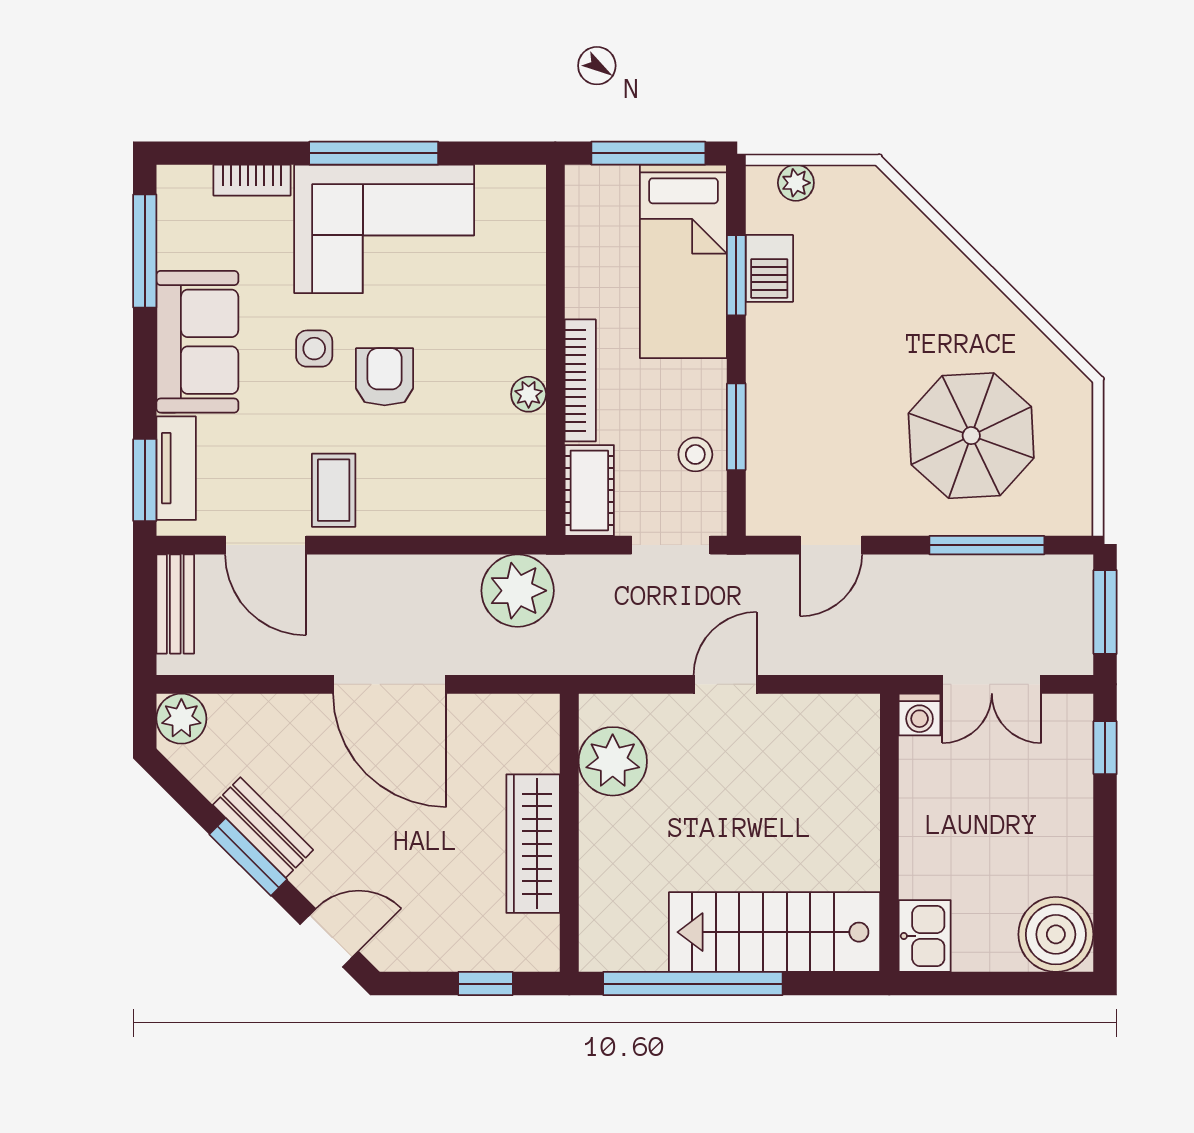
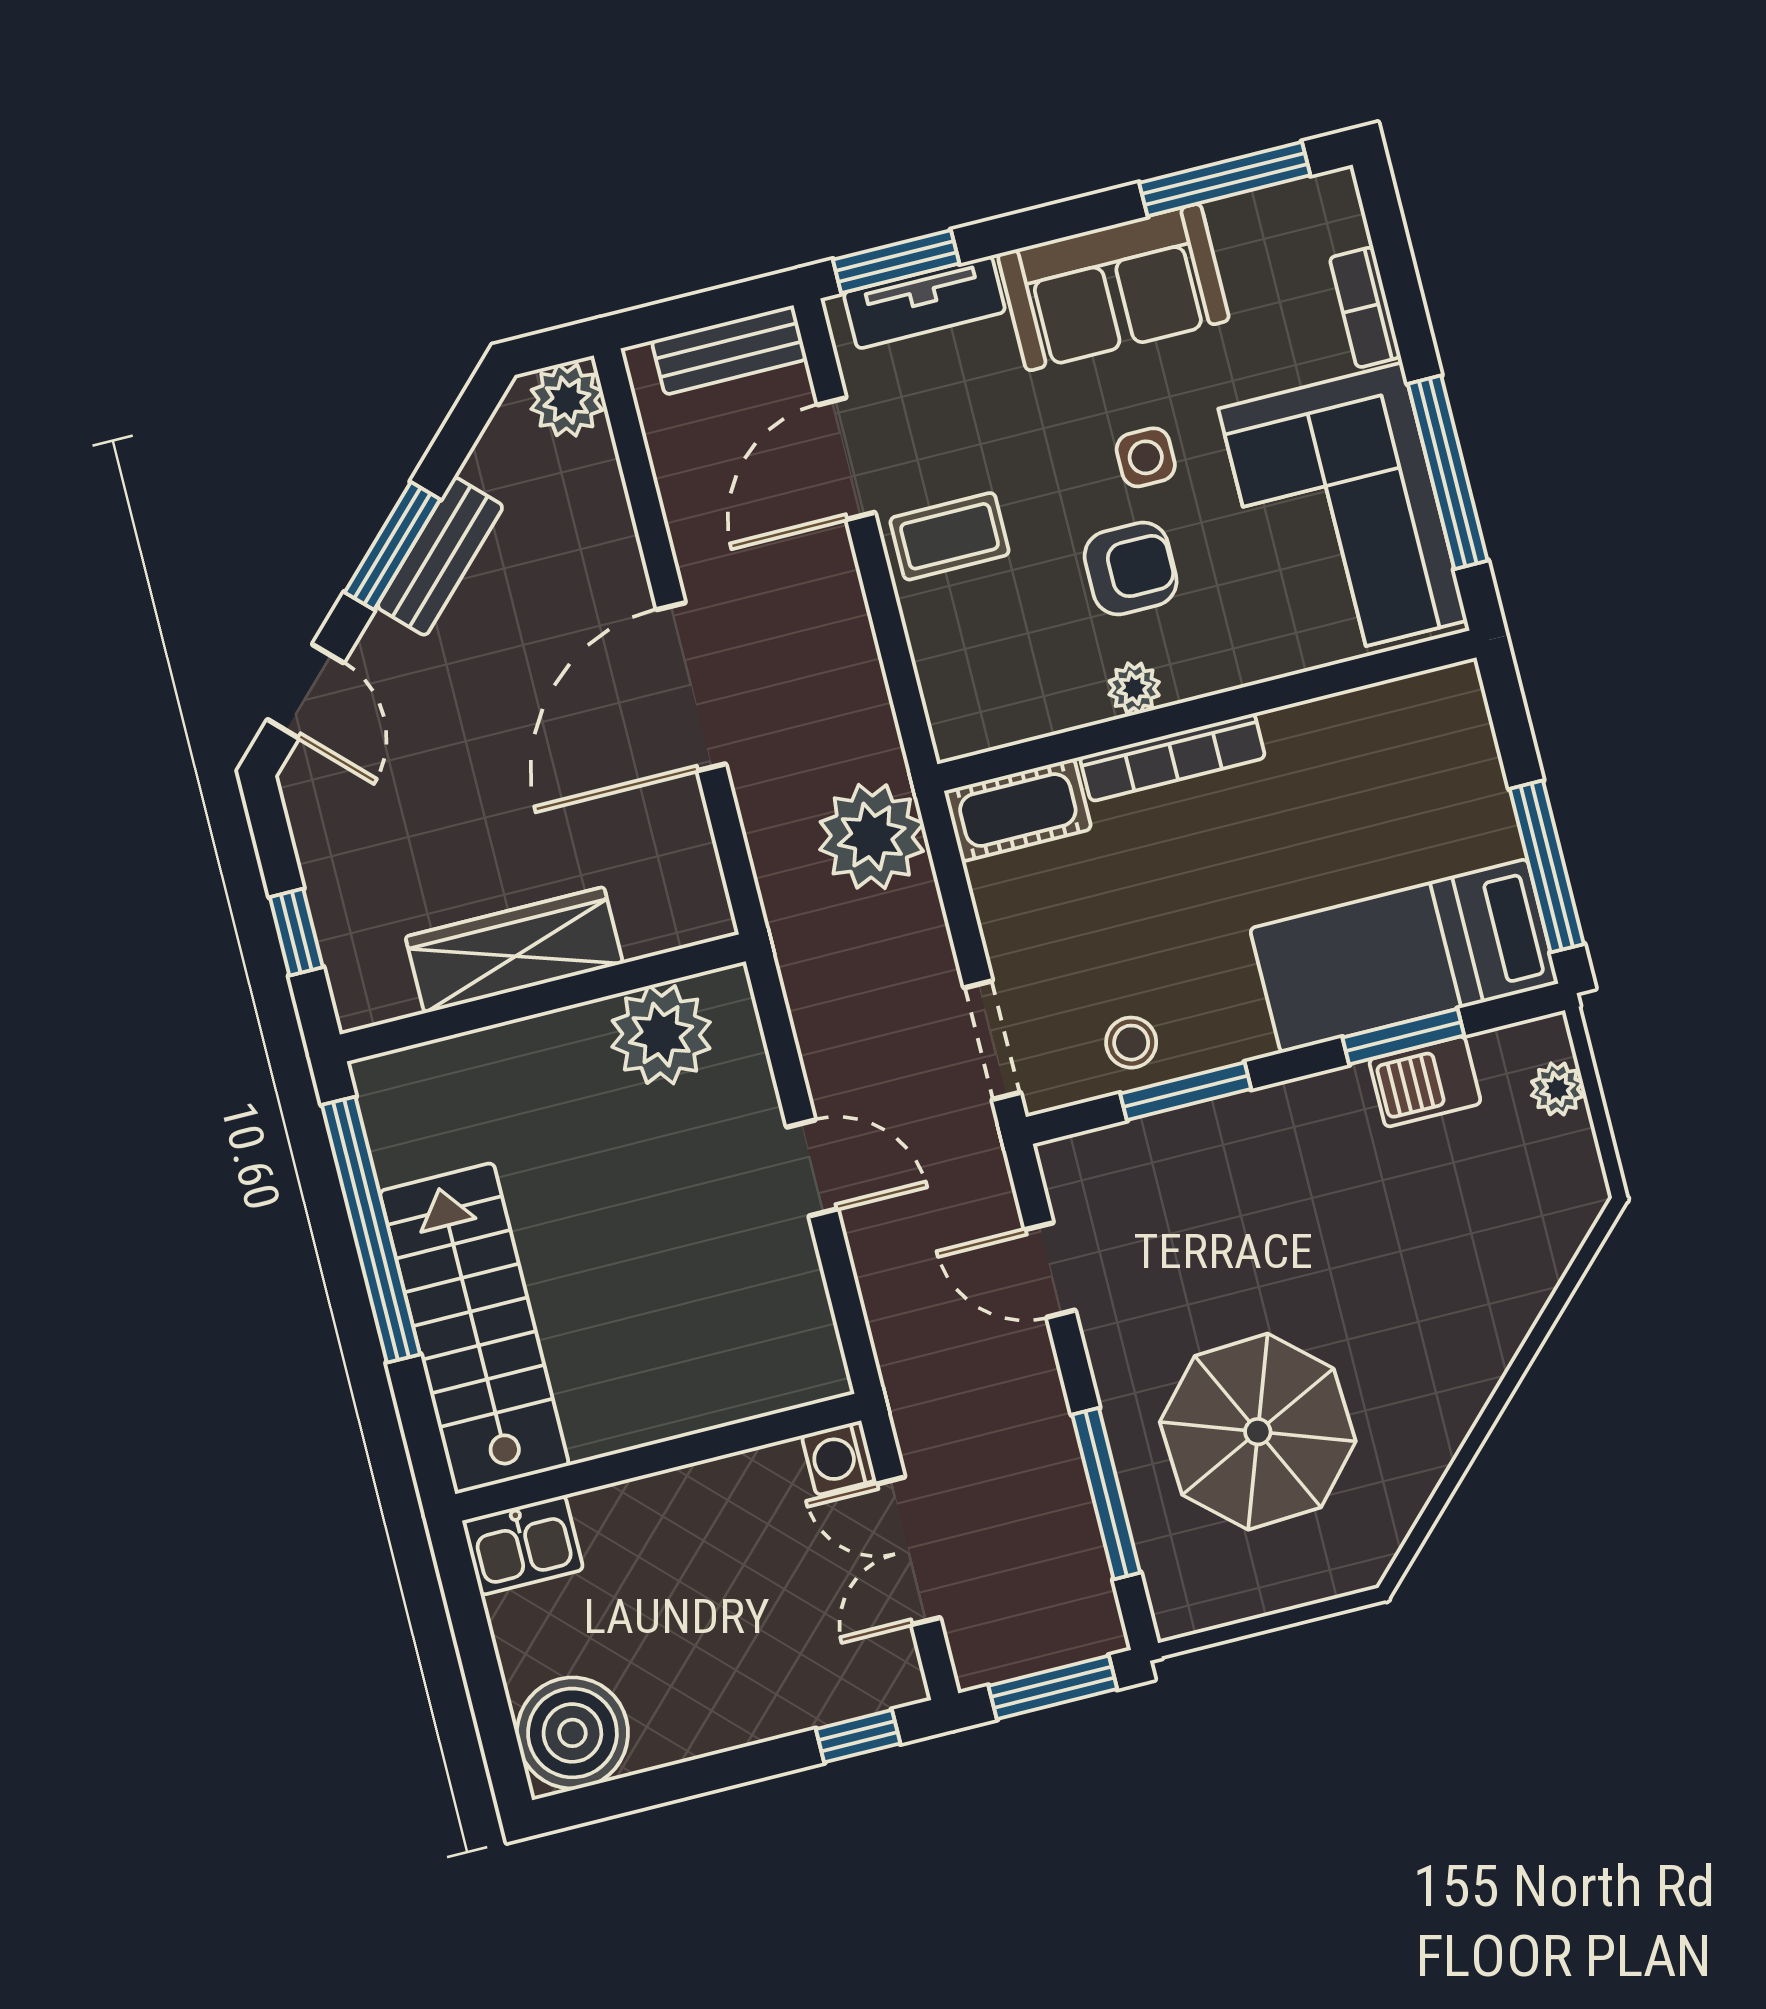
wall: (555, 350) -> (1207, 711), moved
bookcase: (580, 380) -> (1173, 757), moved
plant: (529, 394) -> (1134, 688), moved
cot: (589, 490) -> (1018, 810), moved

